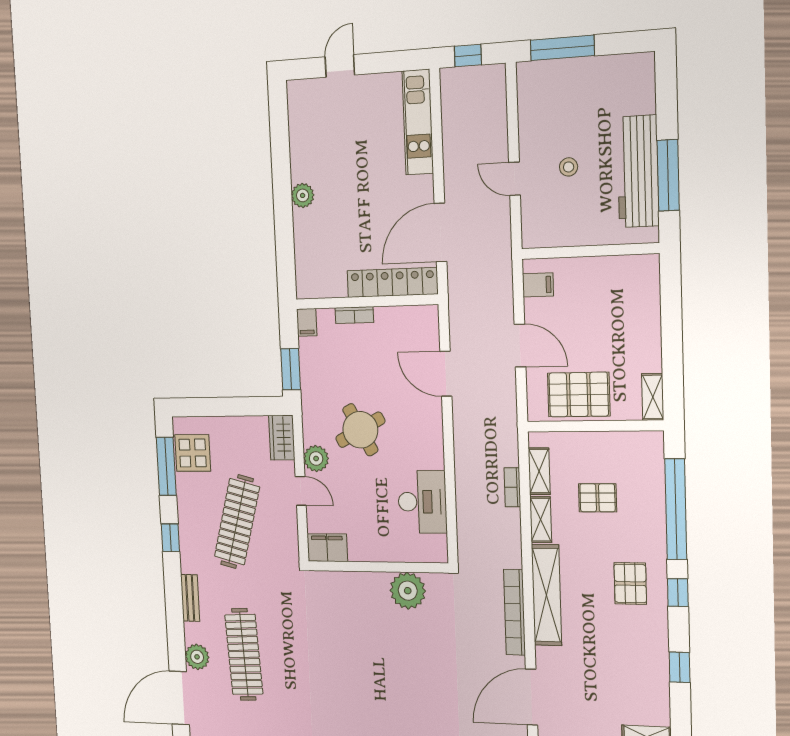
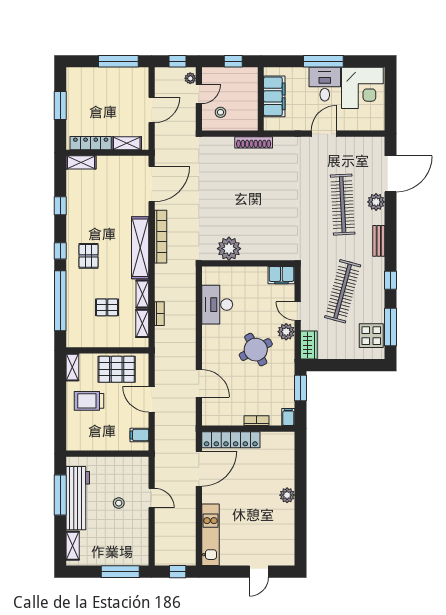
shelving: (645, 87) -> (73, 546), added
trolley: (623, 340) -> (89, 401), added

